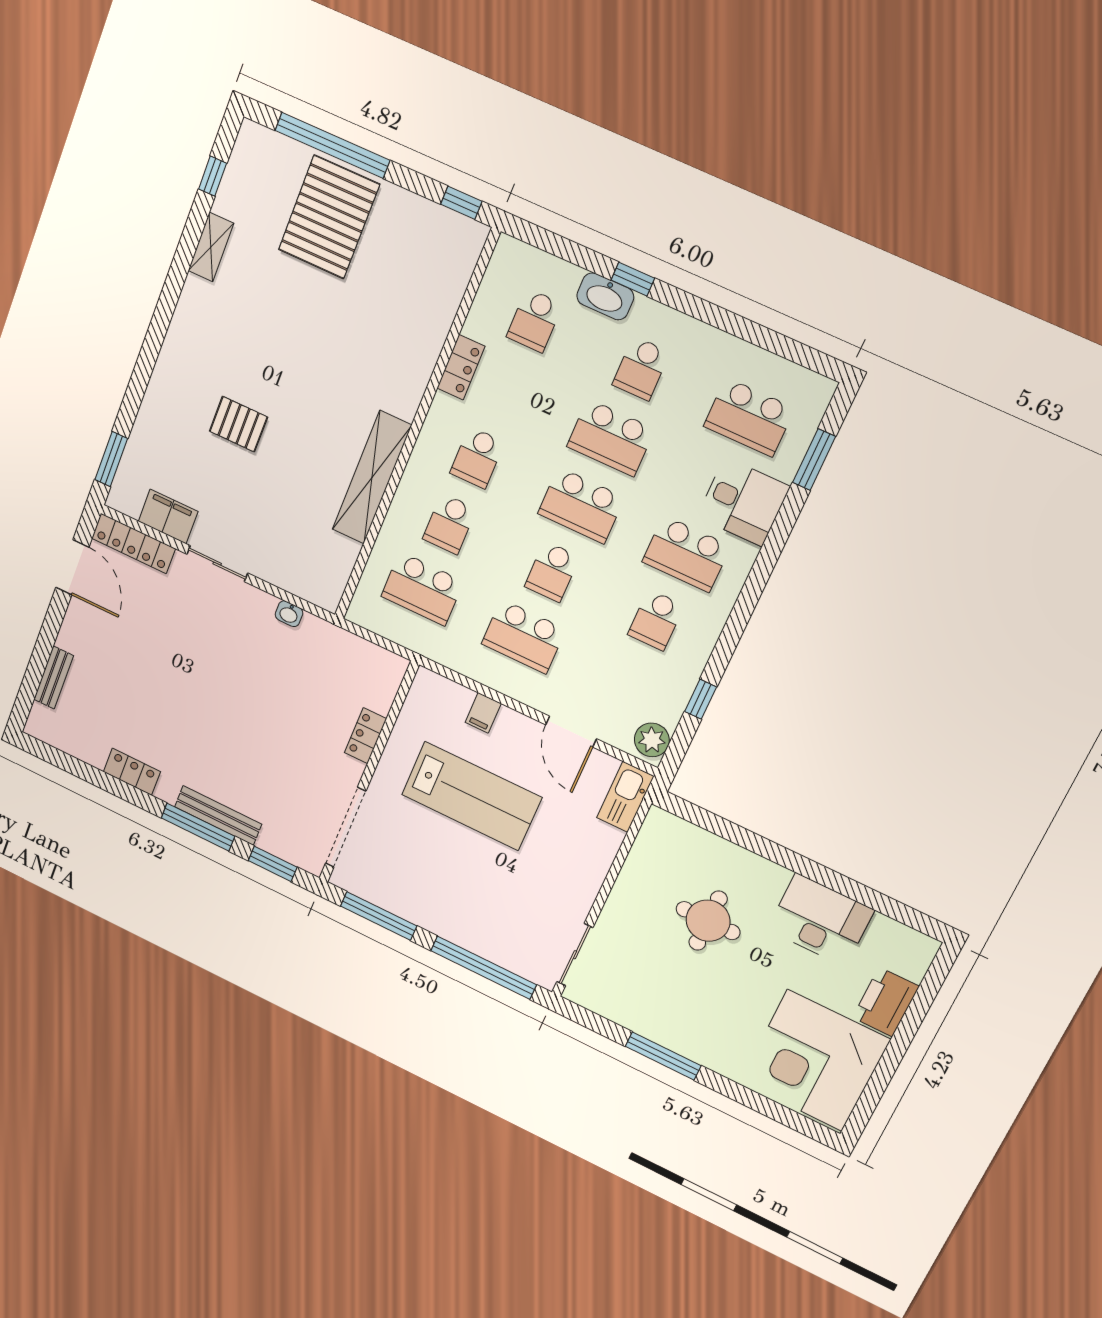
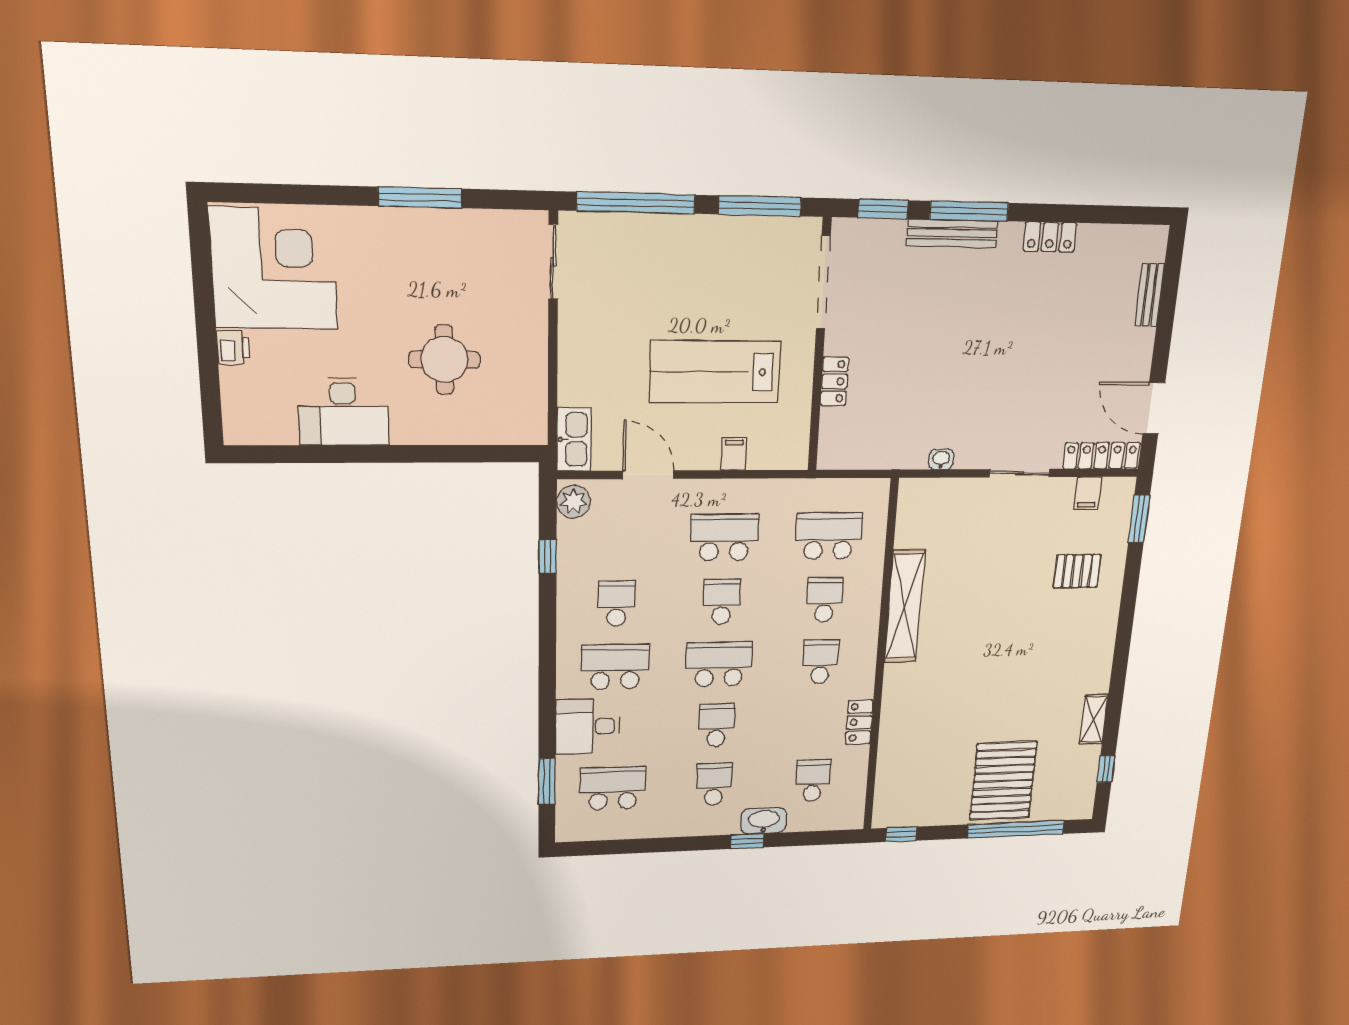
pallet: (238, 424) -> (1077, 571), moved
school desk: (611, 438) -> (716, 725), width x0.54
filing cabinet: (168, 516) -> (1088, 493), width x0.50
printer: (886, 1002) -> (233, 347), width x0.53, depth x0.68

